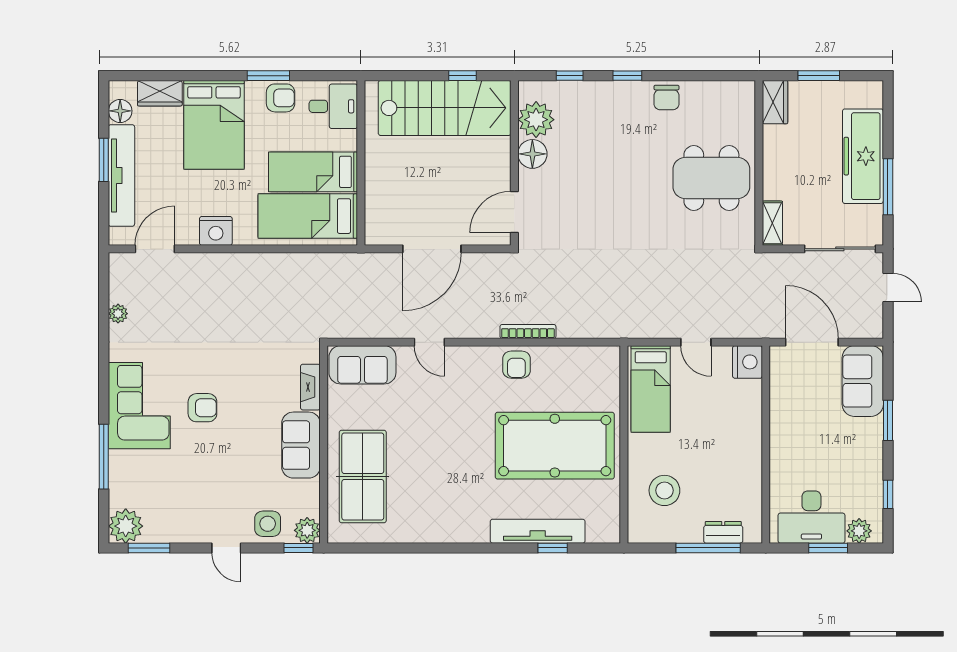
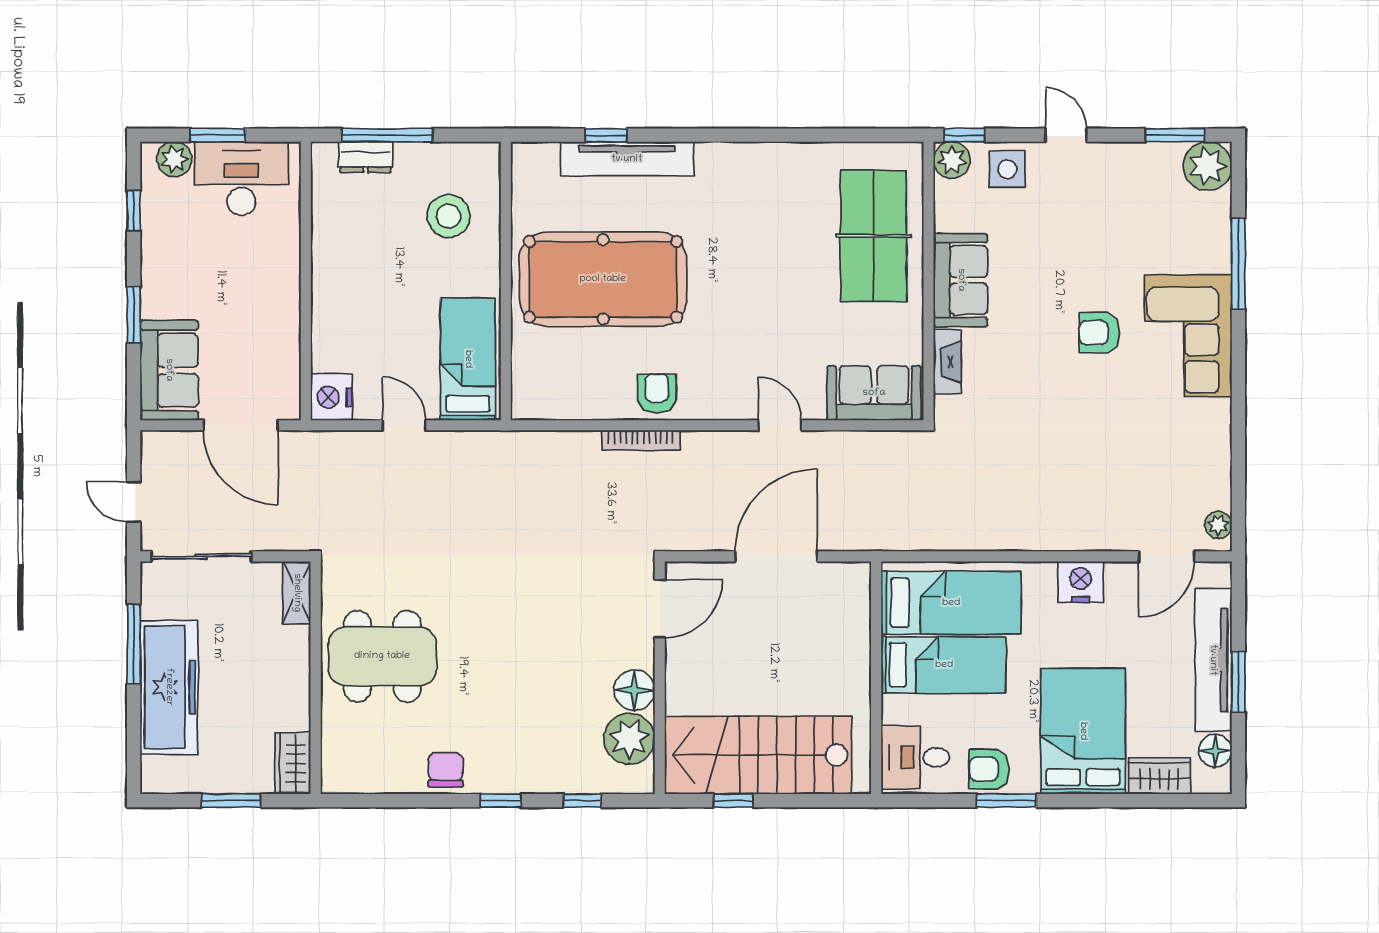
plant: (118, 314) -> (1218, 525), moved

